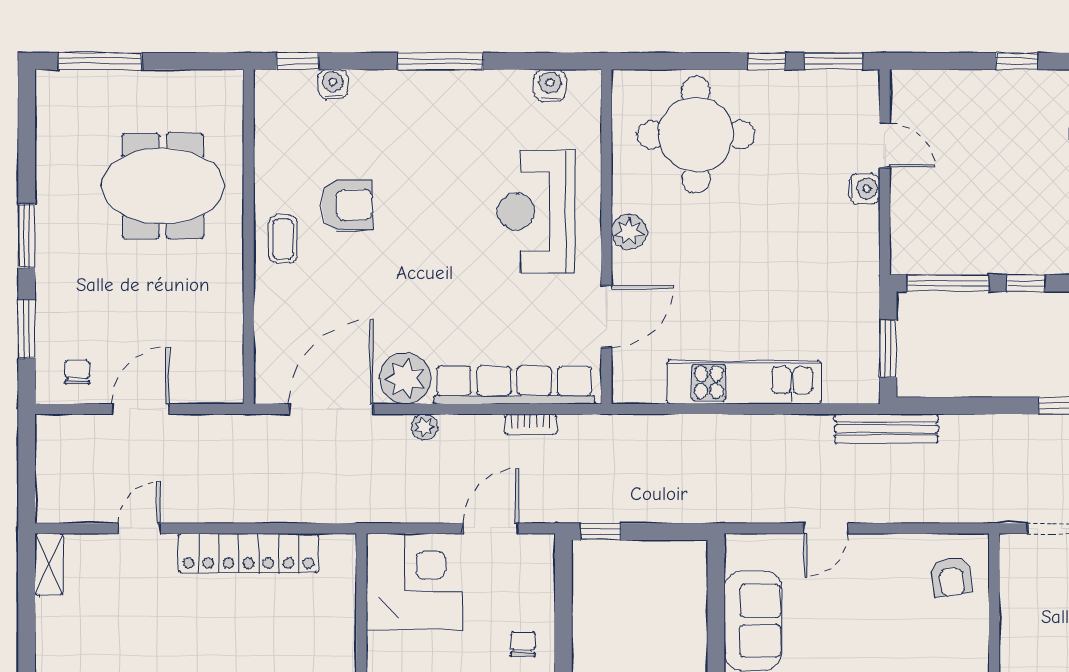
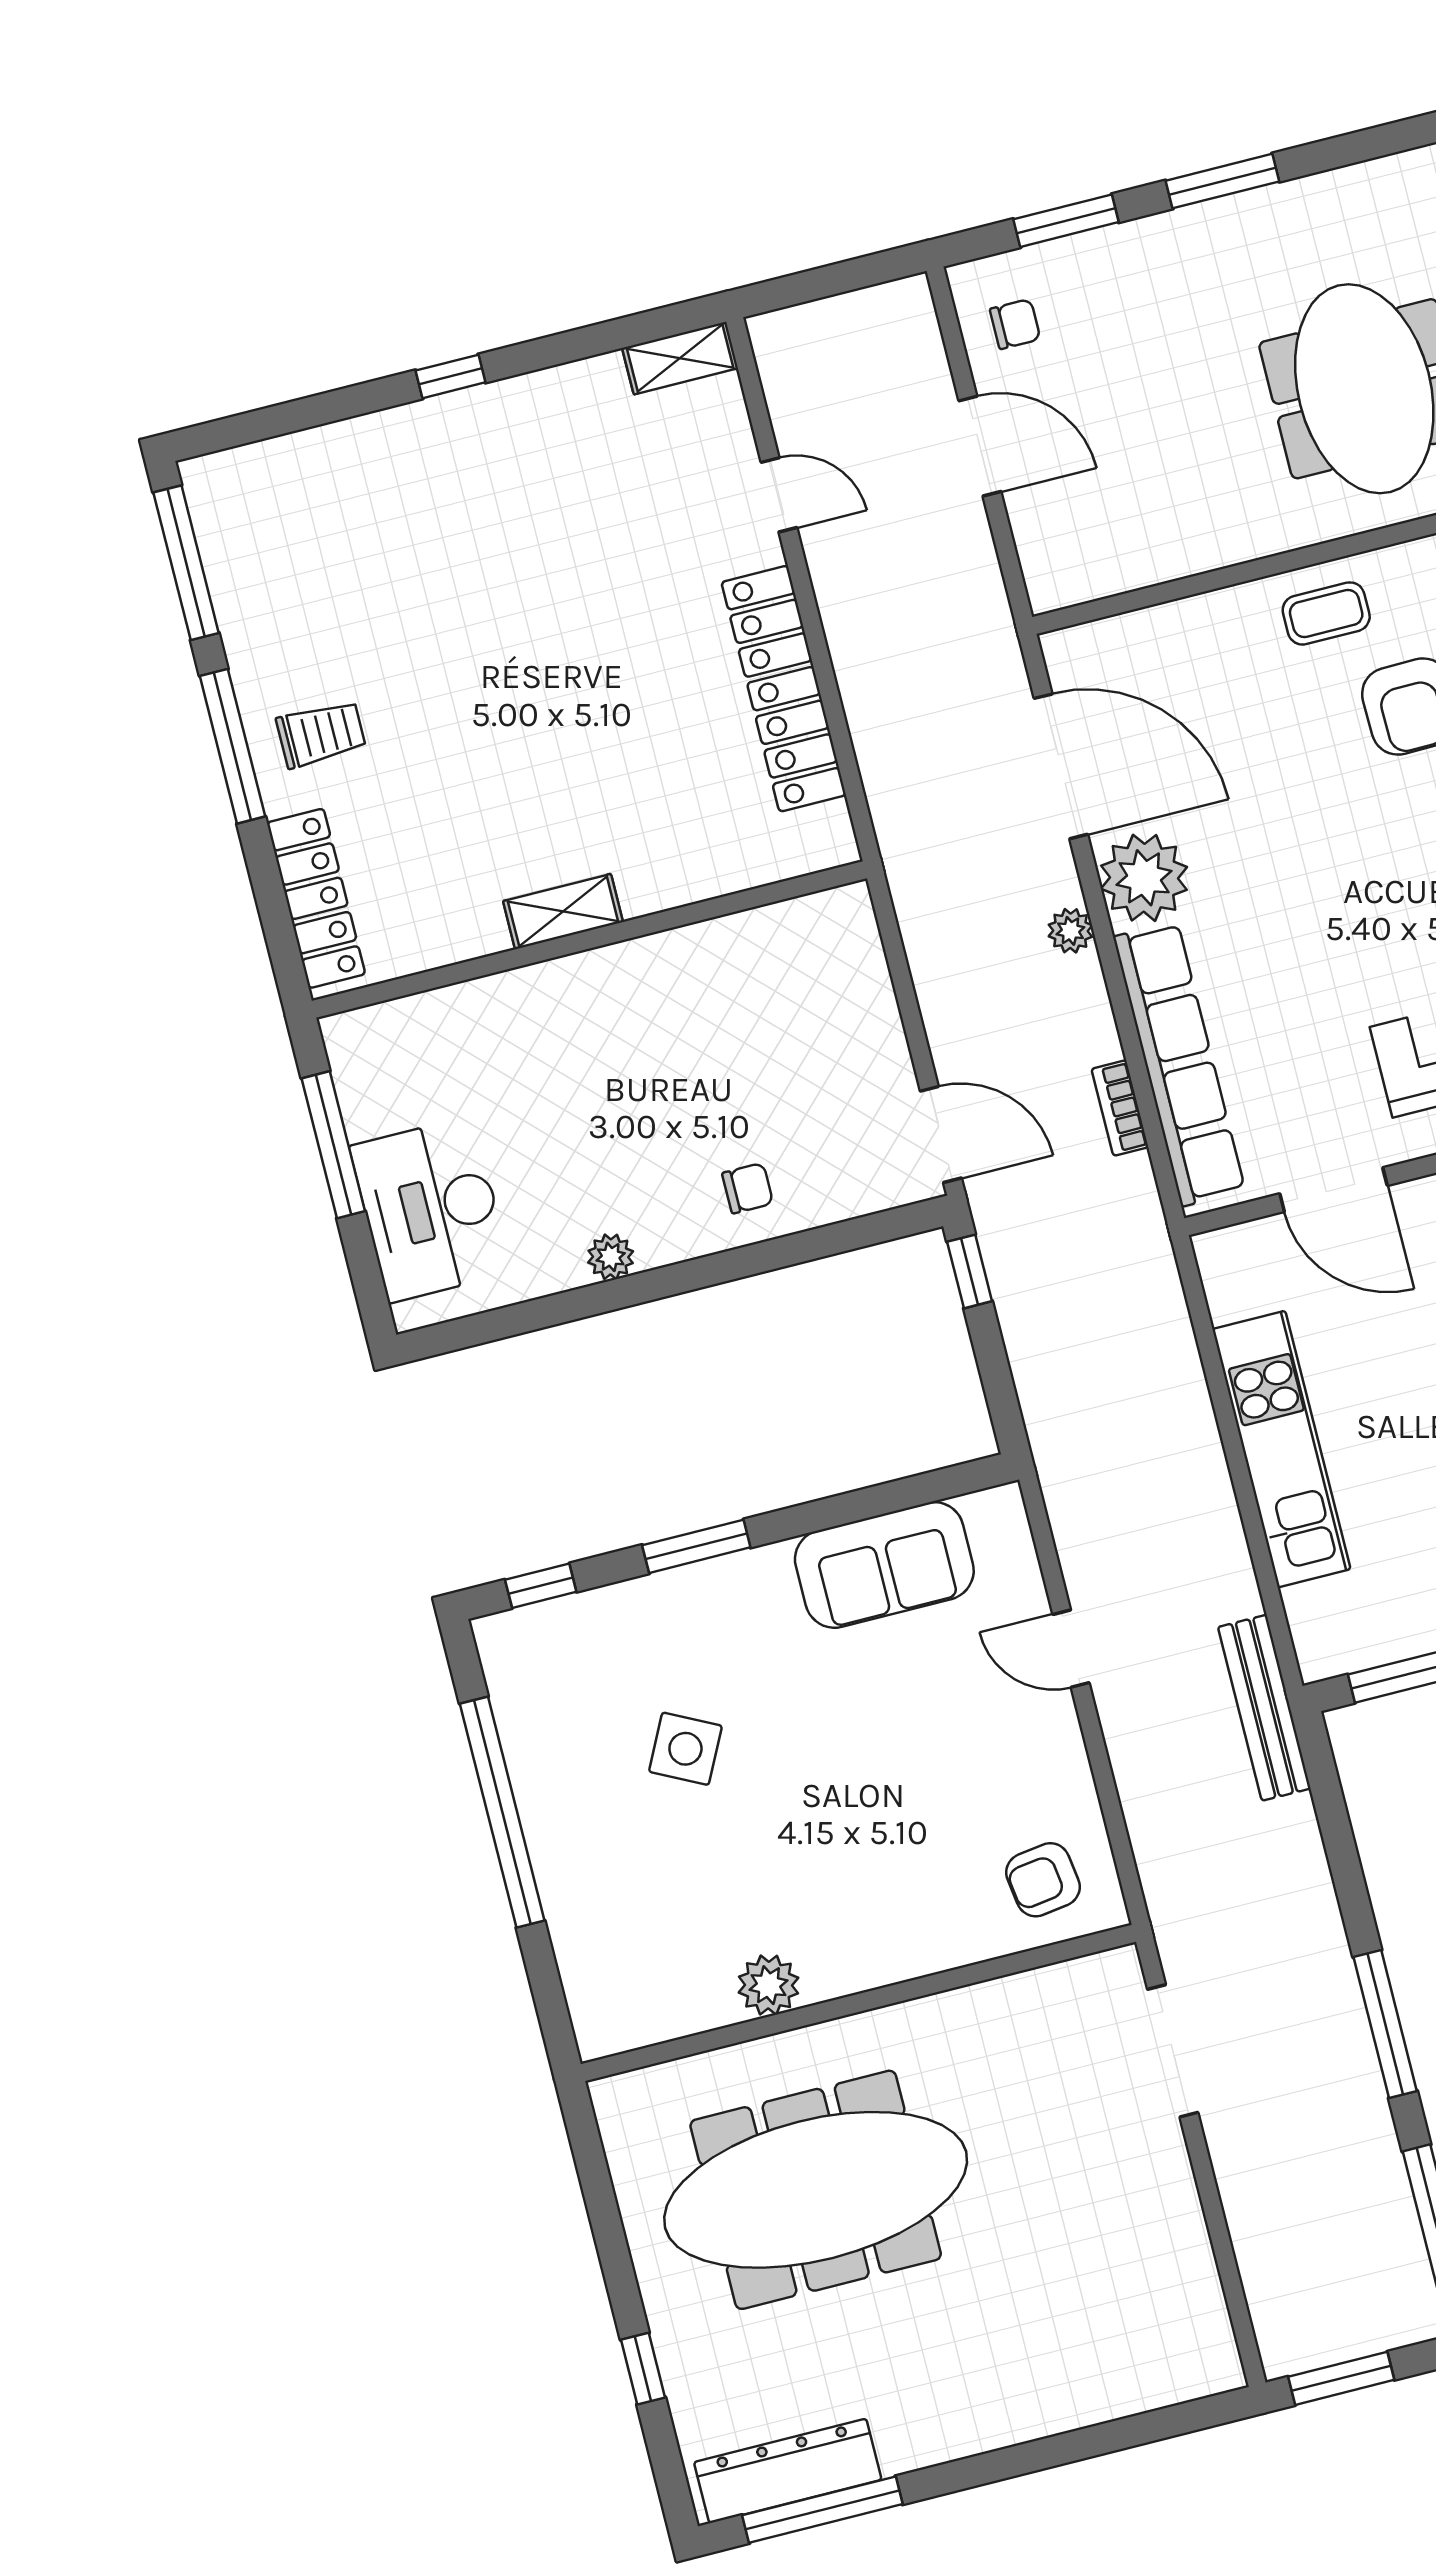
door: (491, 528) -> (941, 1135), moved
corner desk: (414, 581) -> (807, 980), removed

